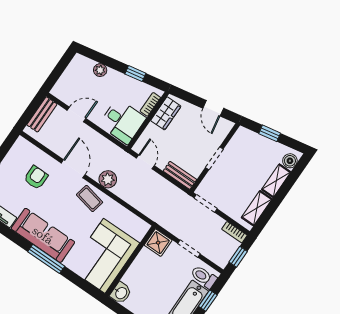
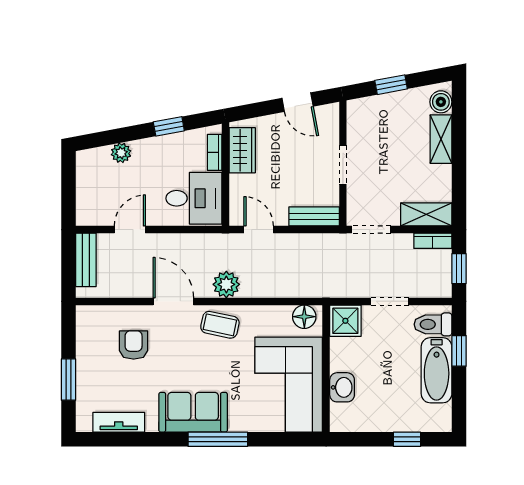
shelving: (257, 208) -> (426, 214), moved, turned 90
floor lamp: (138, 225) -> (304, 317), added
sofa: (43, 235) -> (193, 412), width x0.73
washbasin: (121, 293) -> (342, 387), moved

